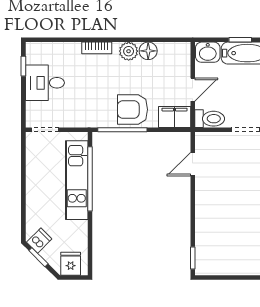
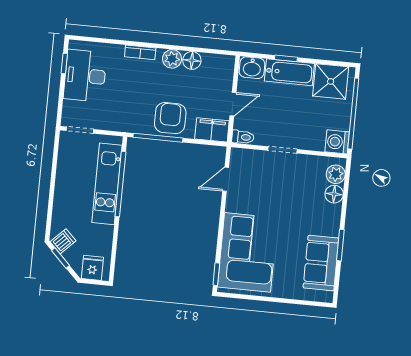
desk: (45, 83) -> (85, 76), width x1.37
armchair: (132, 109) -> (170, 118), turned 90
toilet: (210, 119) -> (243, 137), width x0.73, depth x0.72
corner sofa: (221, 234) -> (248, 252), added

